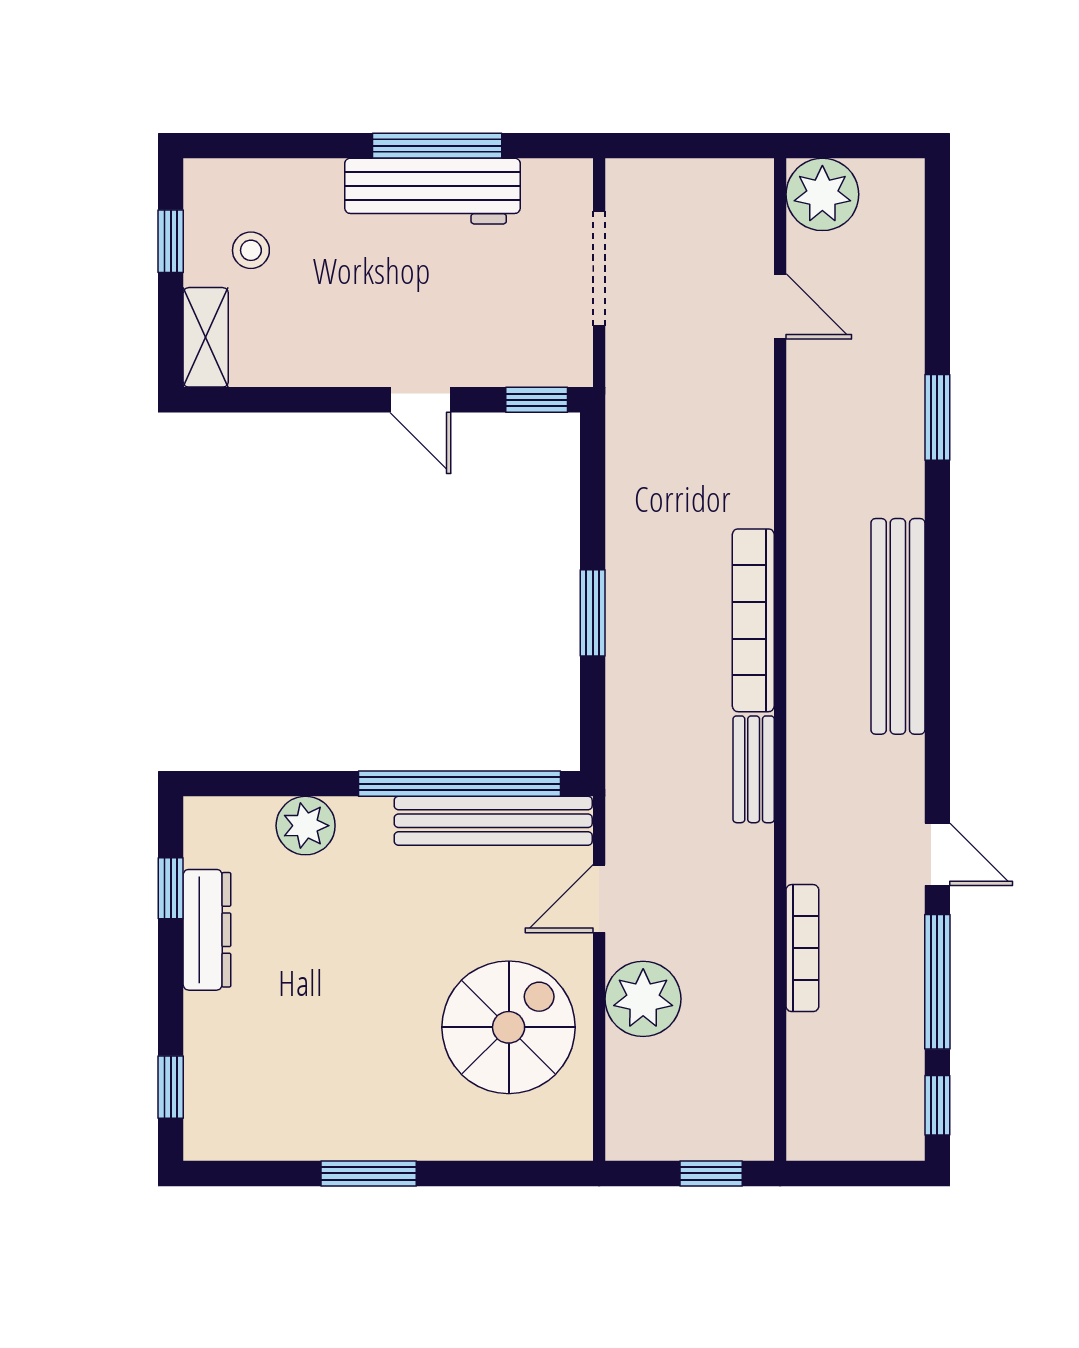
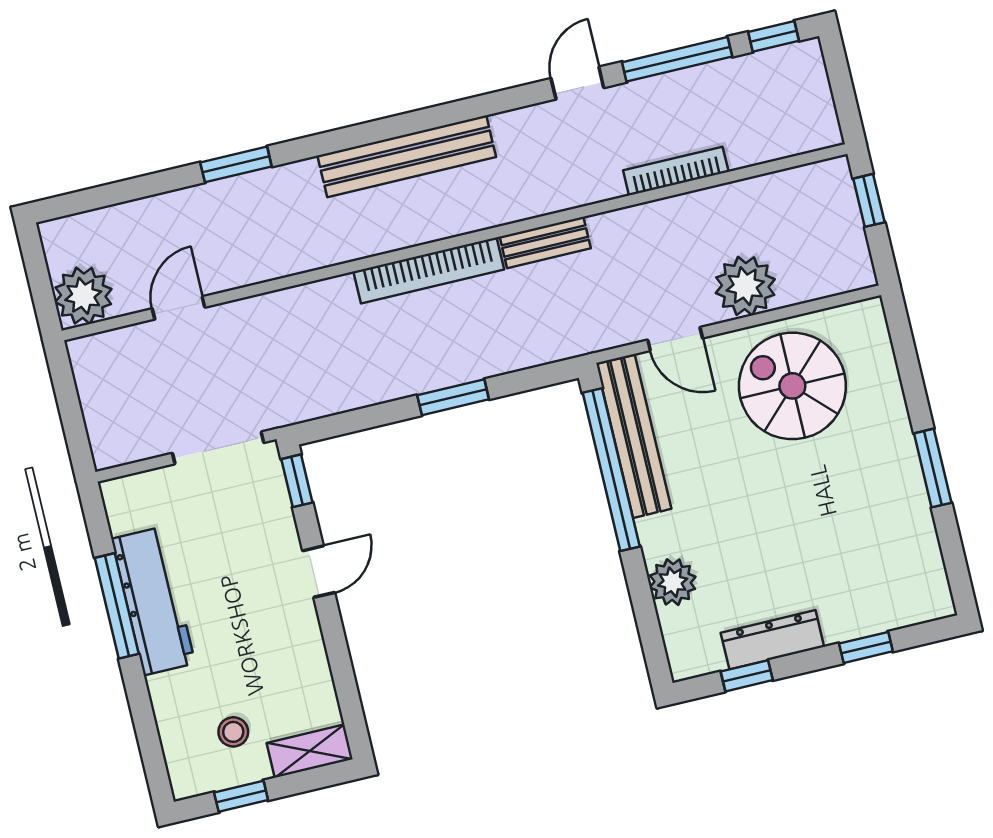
doorway: (599, 268) -> (218, 448), moved
window: (171, 1087) -> (866, 647), moved

